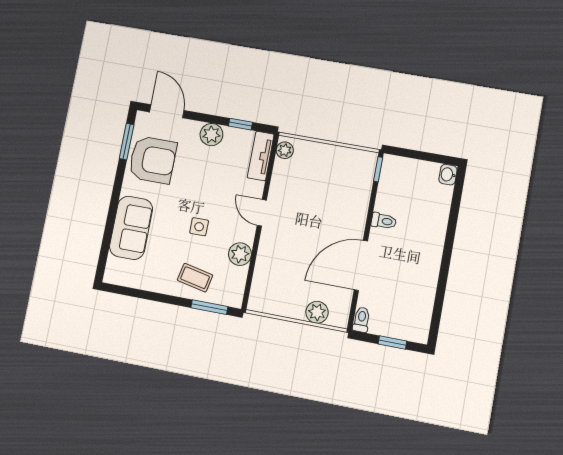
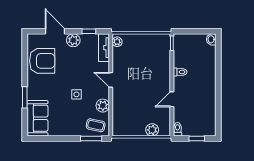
door: (167, 111) -> (55, 31), moved
window: (127, 142) -> (25, 97), moved
sofa: (131, 228) -> (37, 118), moved
door: (361, 265) -> (172, 99), width x0.53
coffee table: (195, 278) -> (96, 125), moved

